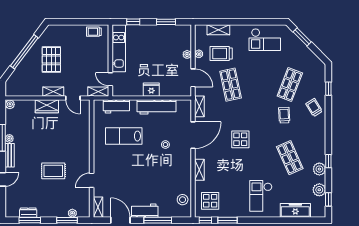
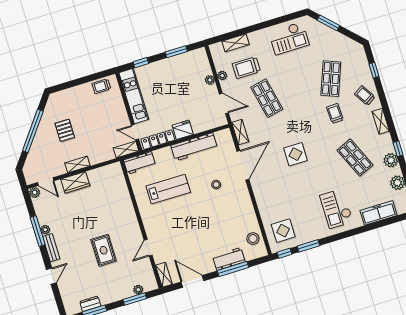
pallet: (51, 60) -> (65, 130), width x0.67, depth x0.71
locker: (128, 91) -> (158, 140), added
door: (73, 98) -> (46, 182), moved
workbench: (116, 106) -> (140, 163), moved
lab bench: (124, 136) -> (168, 189), turned 180
shelving: (199, 170) -> (381, 121), moved
rug: (53, 171) -> (104, 250), turned 90
workbench: (145, 211) -> (229, 259), moved

